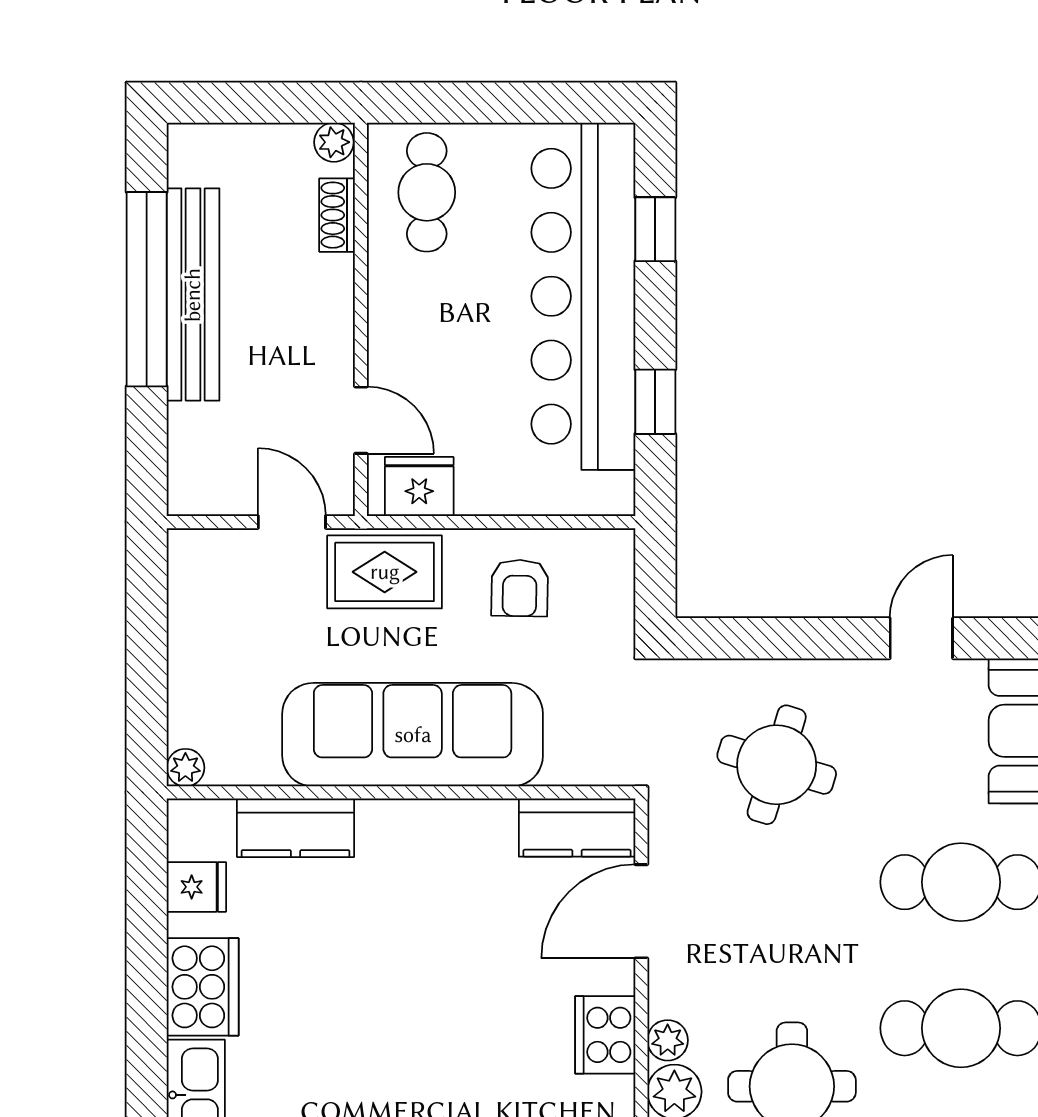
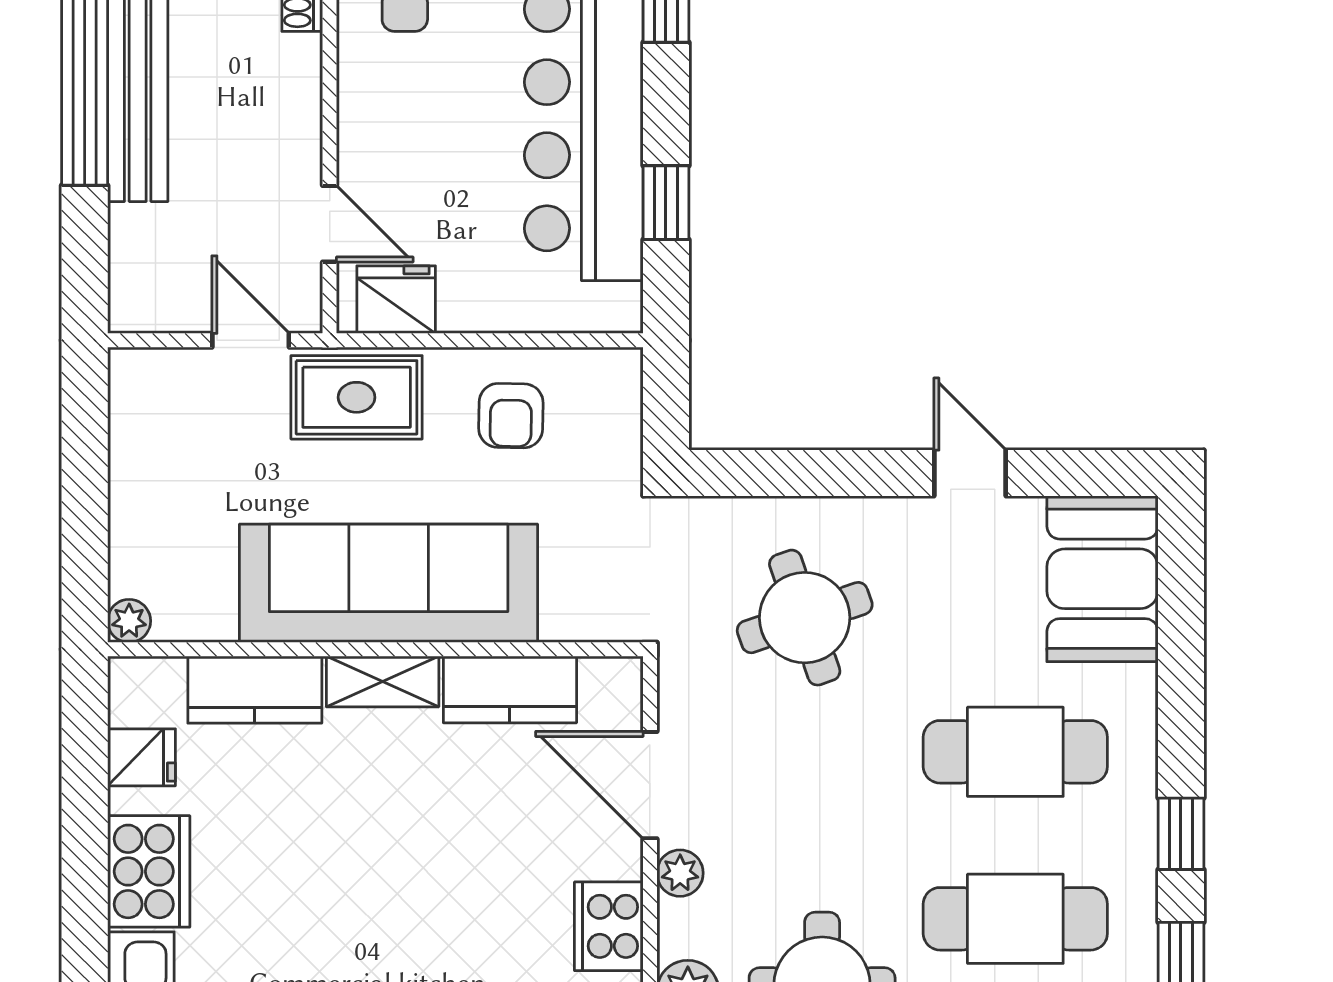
door: (921, 638) -> (970, 473), hinge flipped
round table: (777, 765) -> (805, 618), turned -36
shelving: (407, 821) -> (383, 681), added
kitchen counter: (577, 828) -> (510, 689), moved
door: (641, 911) -> (650, 785), hinge flipped
plant: (668, 1040) -> (680, 873), moved

